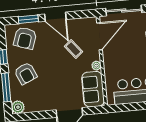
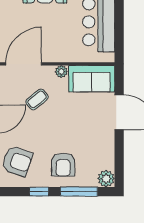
door: (100, 36) -> (24, 64), hinge flipped
armchair: (26, 73) -> (63, 165), turned 114

